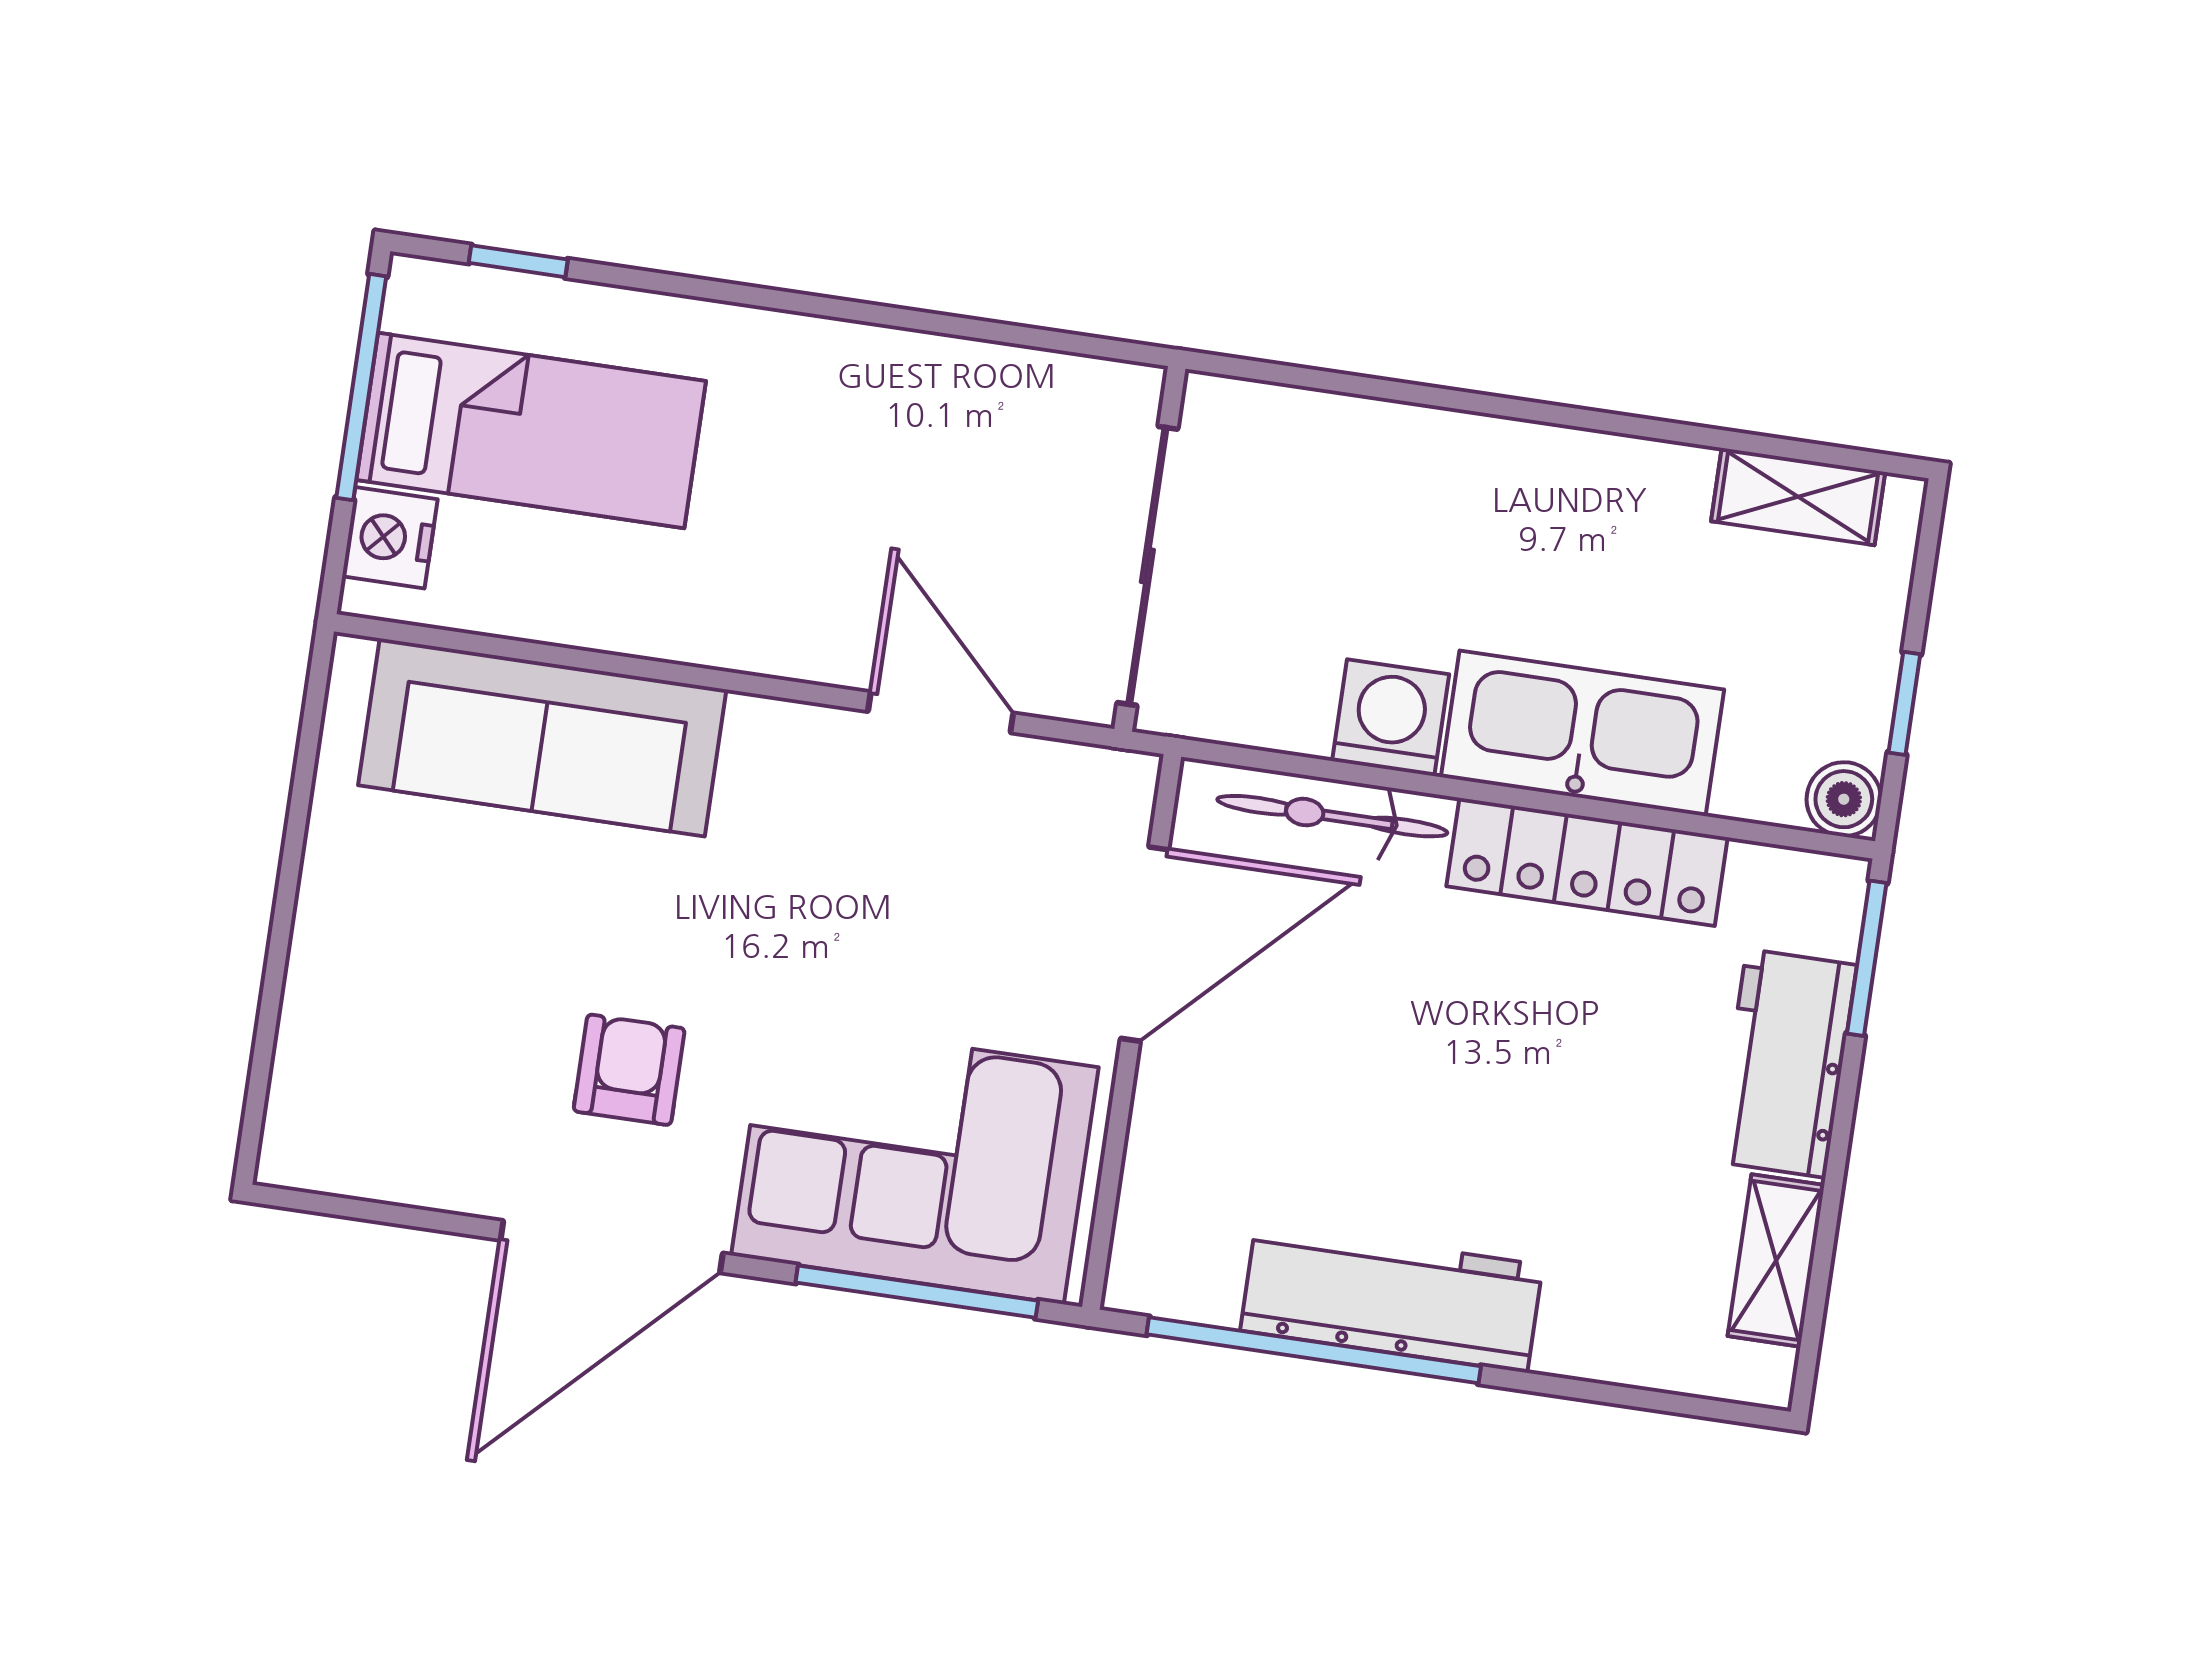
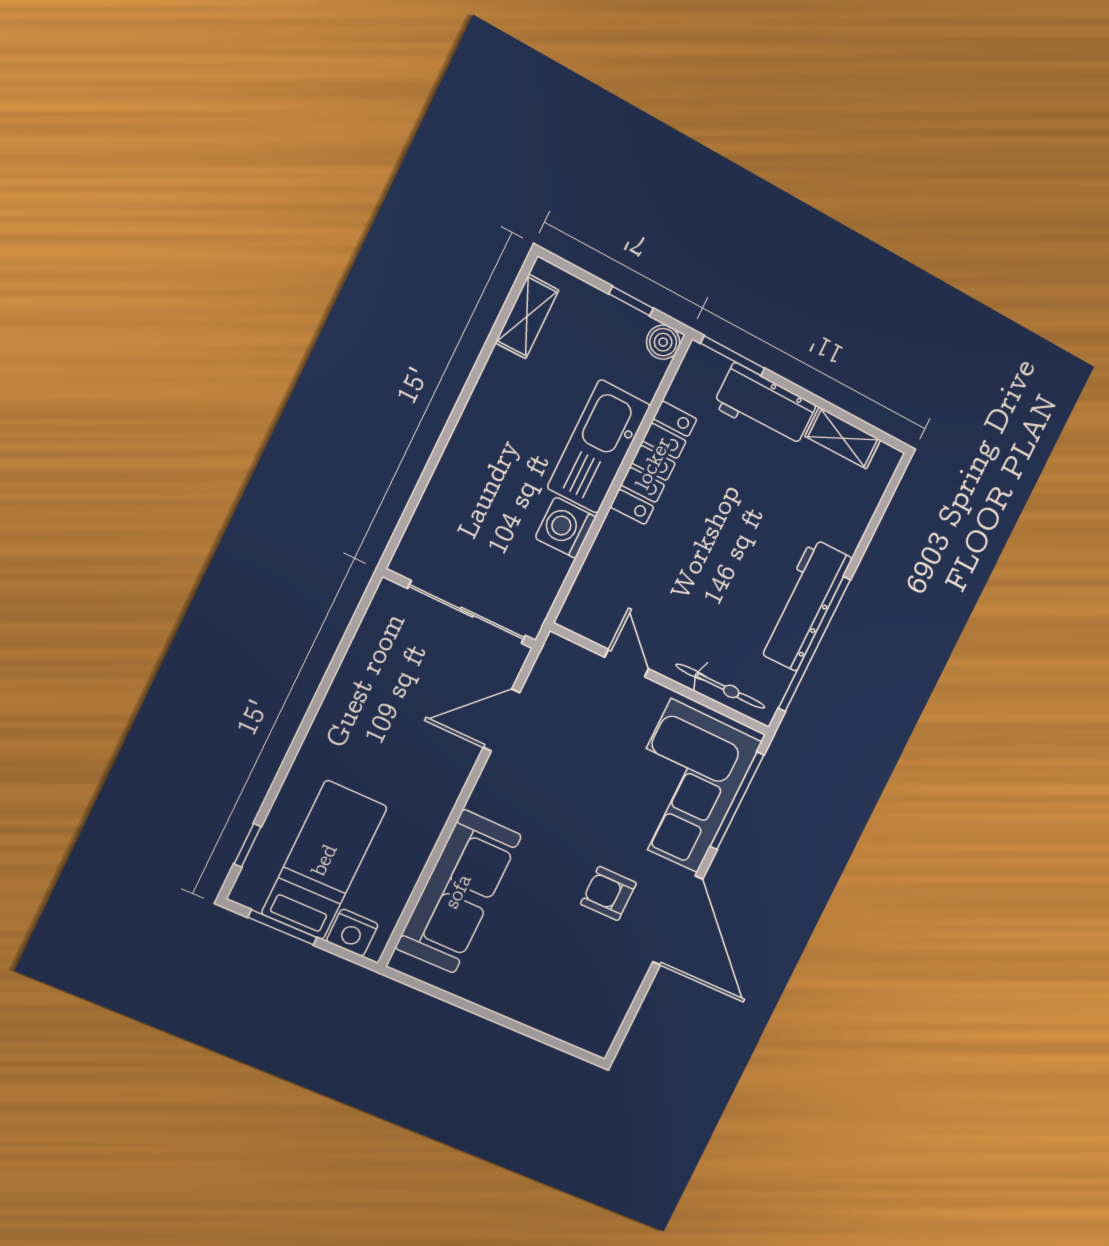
window: (361, 387) -> (283, 927), width x0.69
bicycle: (1332, 816) -> (721, 686), moved, turned -90
door: (1145, 944) -> (627, 663), width x0.53

